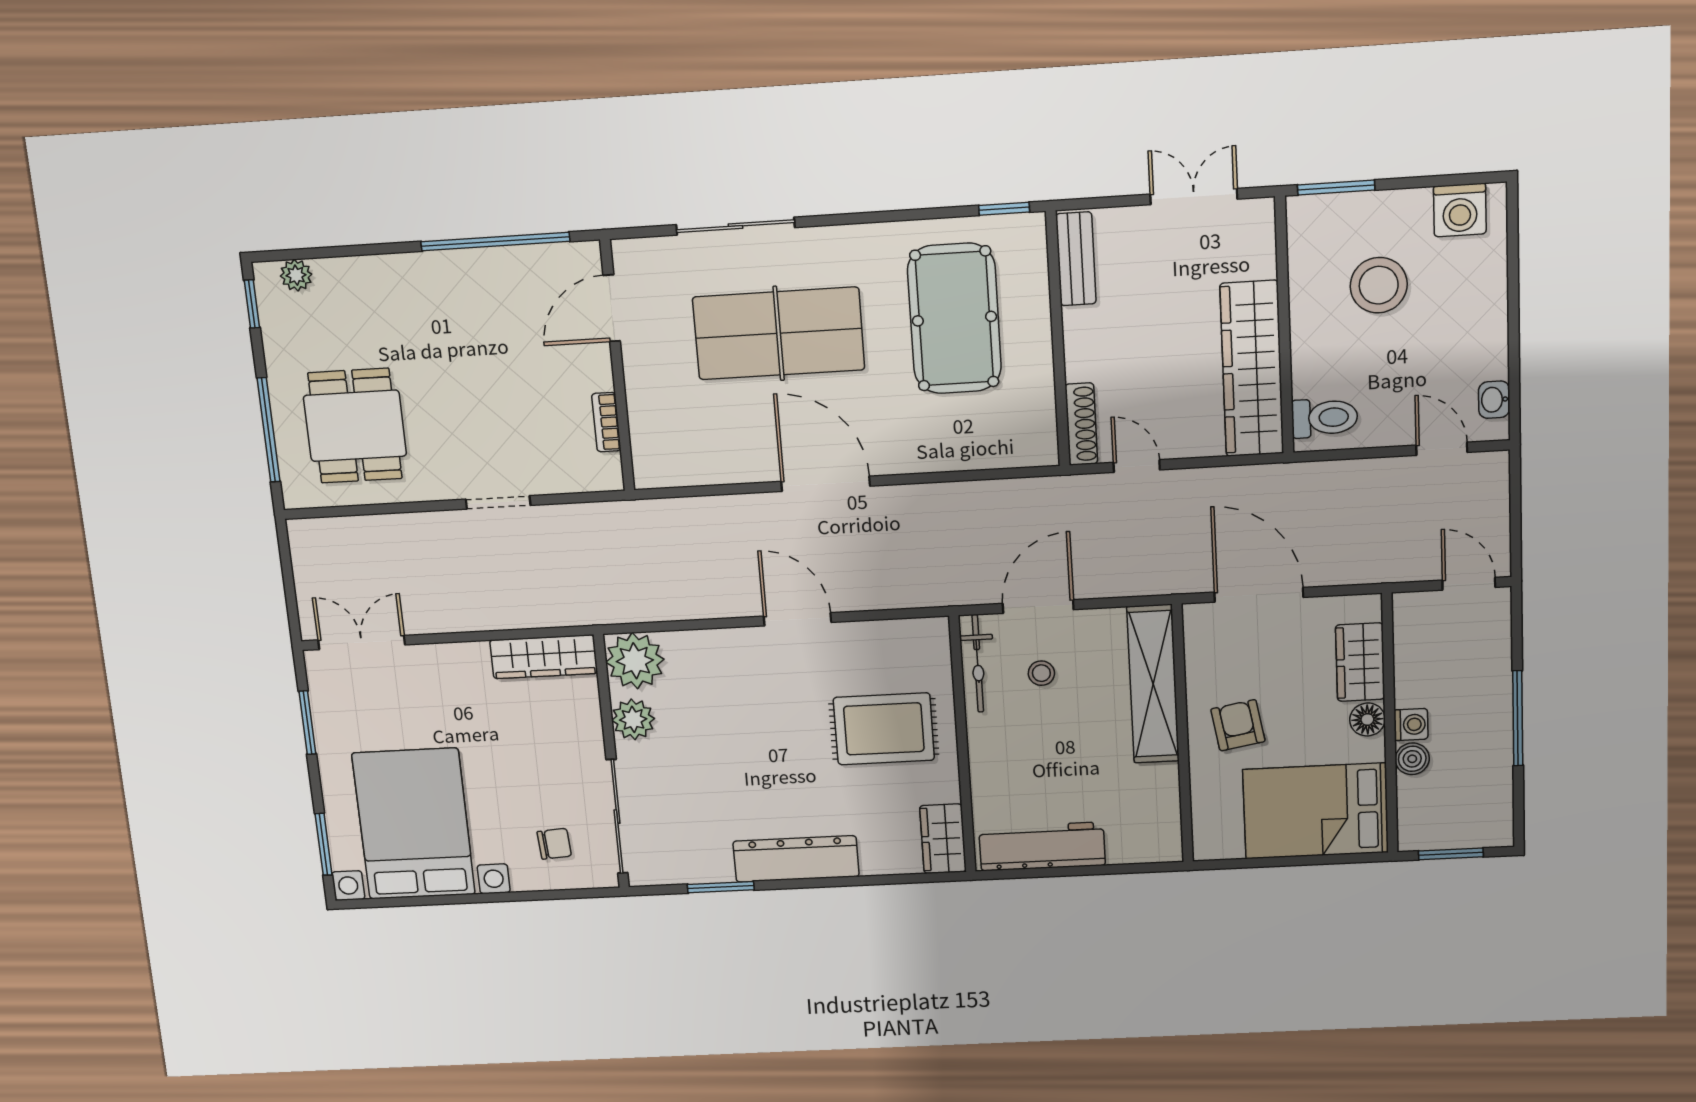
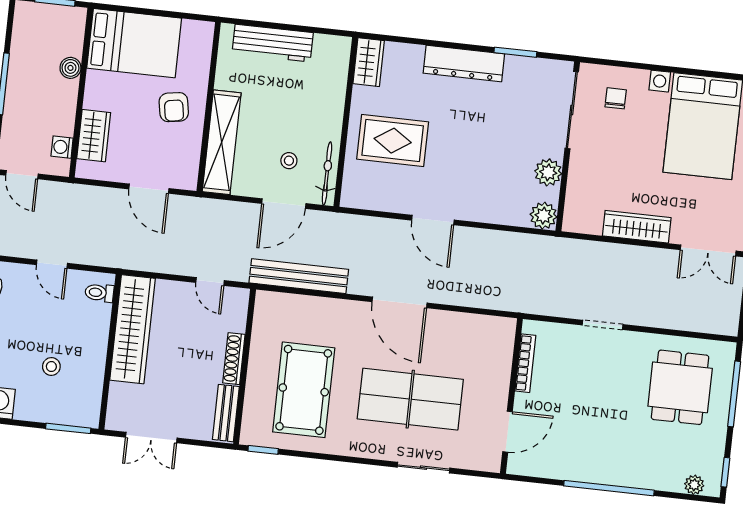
sliding door: (735, 226) -> (423, 468), width x0.73
window: (495, 242) -> (609, 488), moved
stool: (1379, 285) -> (51, 367), width x0.53, depth x0.53
toilet: (1325, 418) -> (99, 293), width x0.73, depth x0.72
bookcase: (606, 422) -> (525, 363), width x1.56
shoe rack: (1081, 424) -> (234, 359), moved
door: (1442, 449) -> (52, 264), moved
bench: (994, 498) -> (299, 276), added
door: (1259, 595) -> (149, 189), width x0.73
wardrobe: (544, 657) -> (637, 227), moved
plant: (635, 661) -> (544, 216), width x0.73, depth x0.73
floor lamp: (1367, 719) -> (94, 98), removed
washing machine: (1411, 725) -> (62, 147), moved
chair: (554, 844) -> (616, 98), turned 94
workbench: (1042, 846) -> (273, 43), moved

